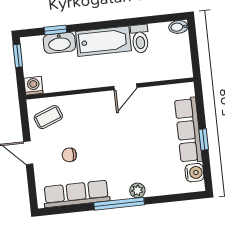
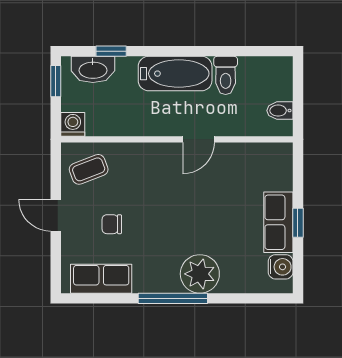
bidet: (178, 27) -> (280, 111), moved
washbasin: (59, 43) -> (93, 69), moved
row of seats: (188, 130) -> (278, 222), width x0.68
plant: (137, 190) -> (200, 274), width x1.87, depth x1.87
row of seats: (76, 194) -> (101, 279), width x0.68

